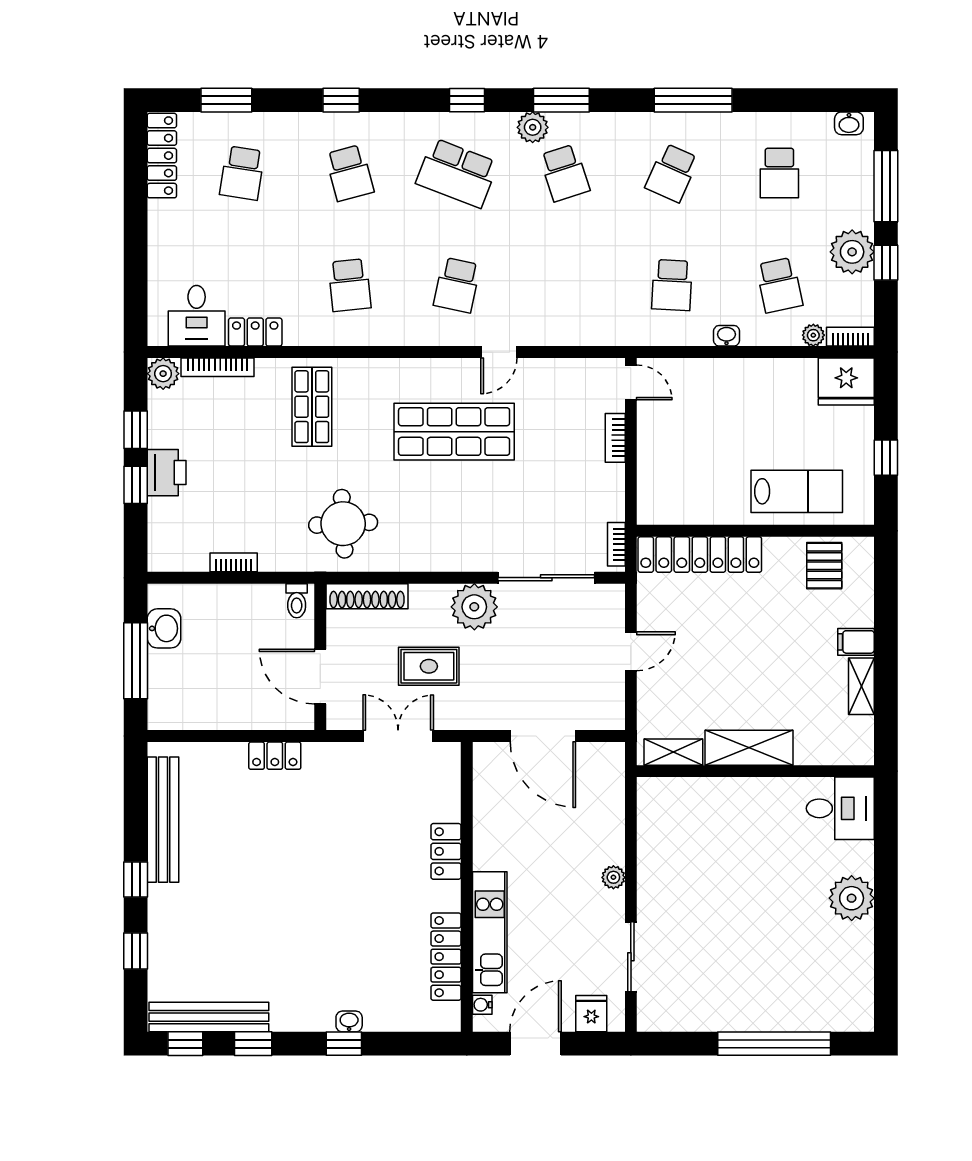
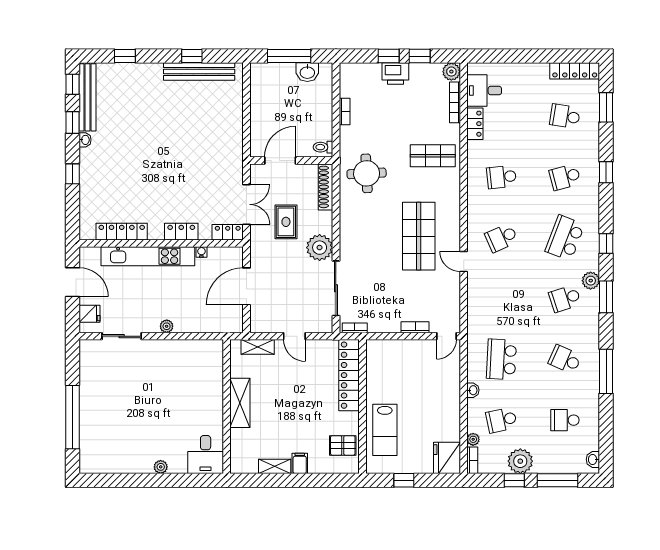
school desk: (457, 285) -> (501, 238), turned -36
school desk: (672, 285) -> (501, 359), width x1.85
shelving: (673, 752) -> (258, 347), moved, turned 90
locker: (275, 756) -> (228, 232), moved, turned 90
window: (136, 879) -> (192, 56), moved
plant: (852, 898) -> (161, 467), width x0.53, depth x0.53
kitchen unit: (490, 932) -> (148, 256), width x1.36
water cooler: (482, 1005) -> (201, 252), moved
washbasin: (349, 1021) -> (85, 140), moved

